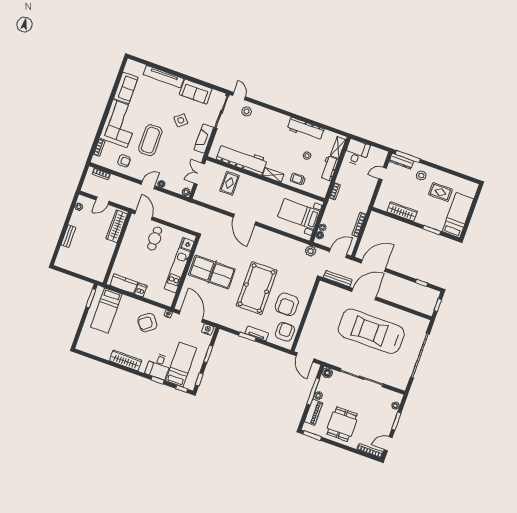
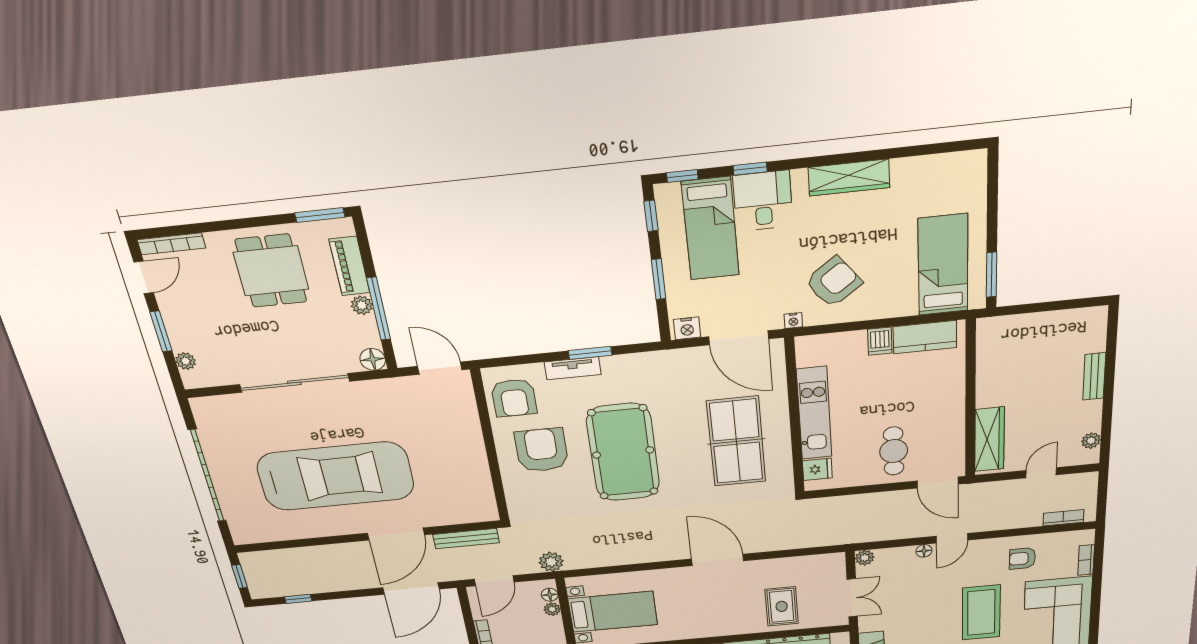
table tennis table: (212, 272) -> (736, 442), turned 90

